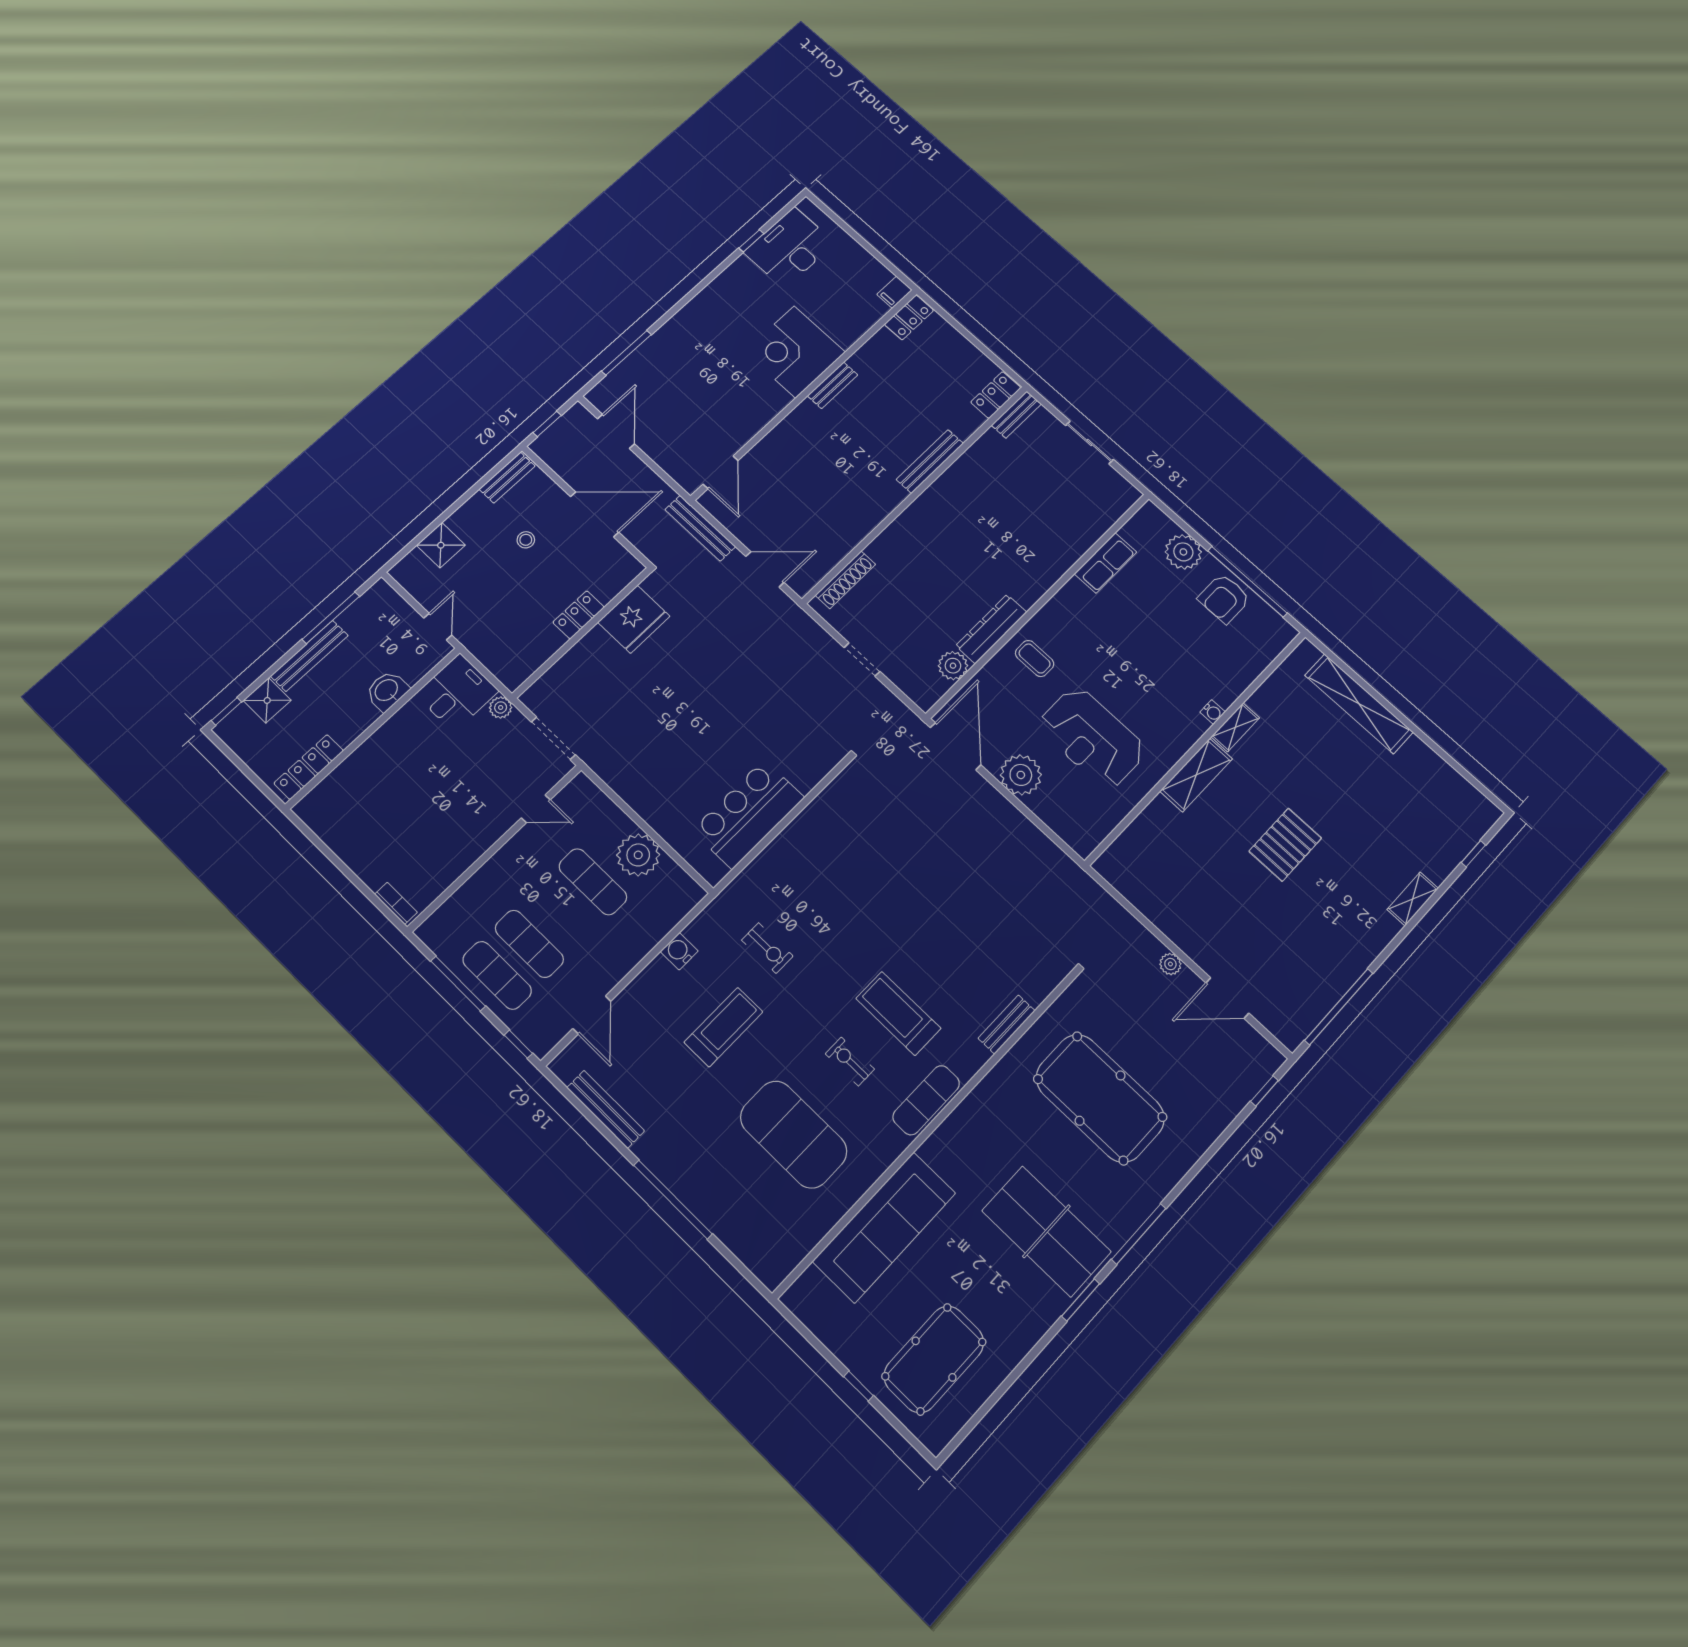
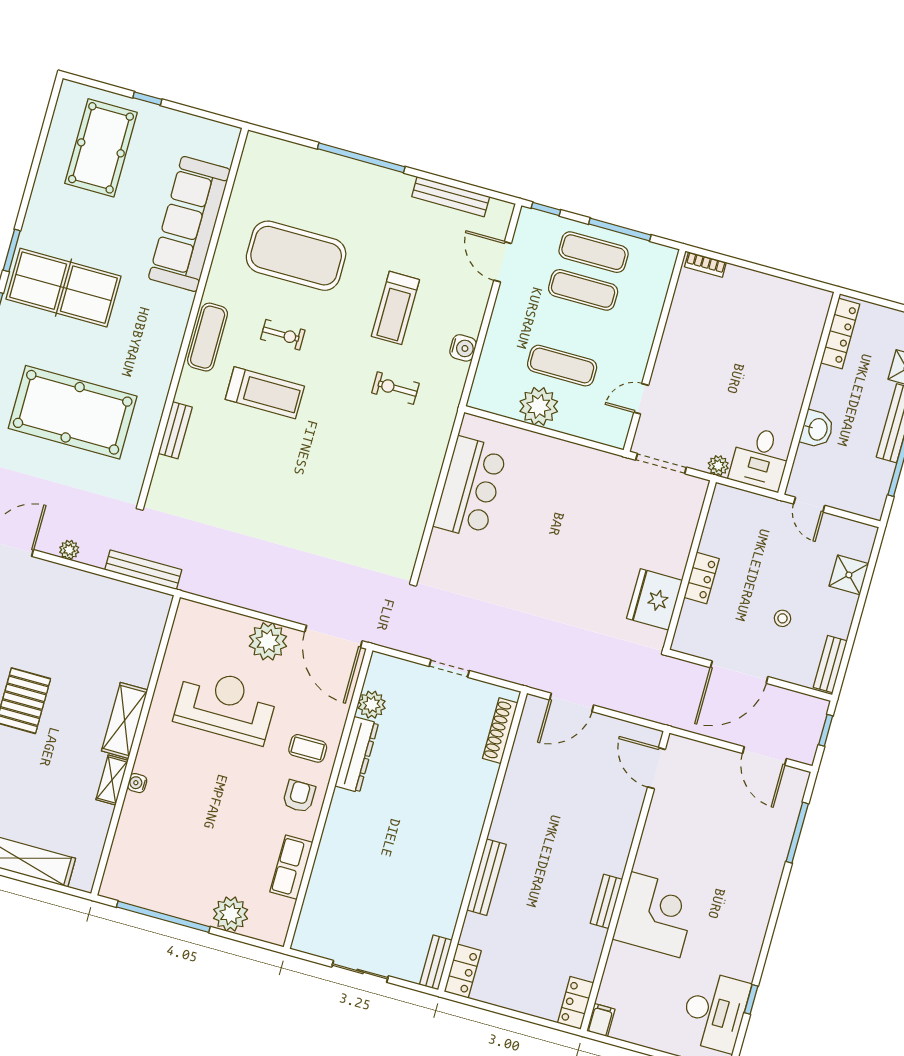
bench: (700, 528) -> (143, 570), moved
armchair: (1224, 598) -> (299, 796), moved, width x0.72, depth x0.72

